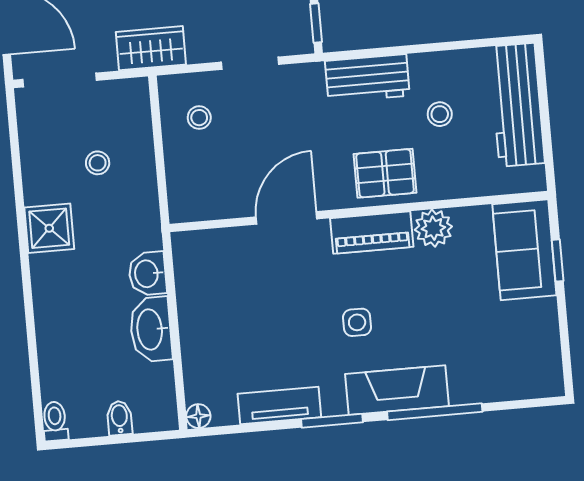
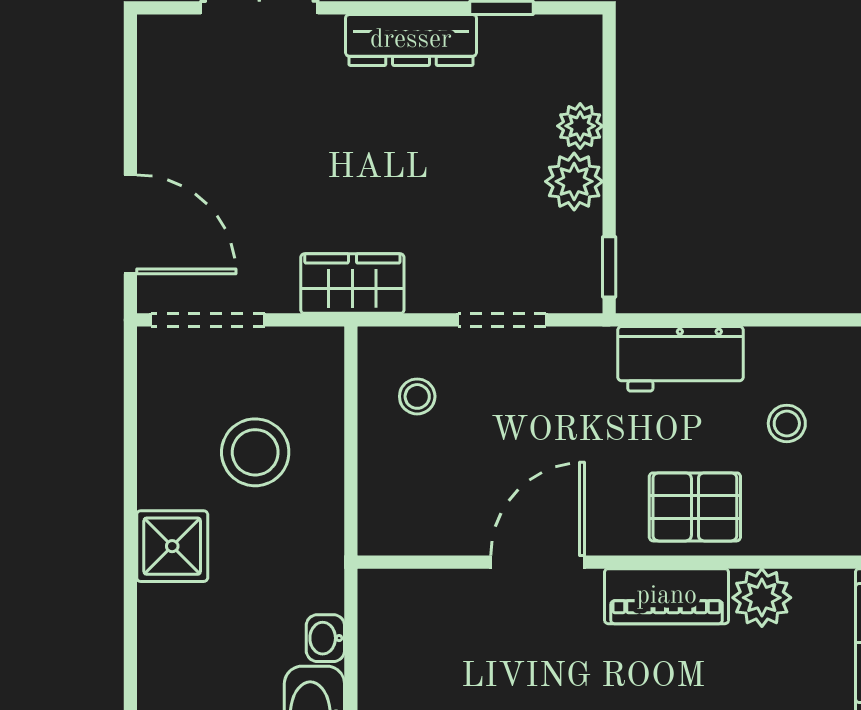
stool: (98, 163) -> (255, 452), width x1.89, depth x1.89
washbasin: (147, 274) -> (325, 638), width x0.72, depth x0.69

